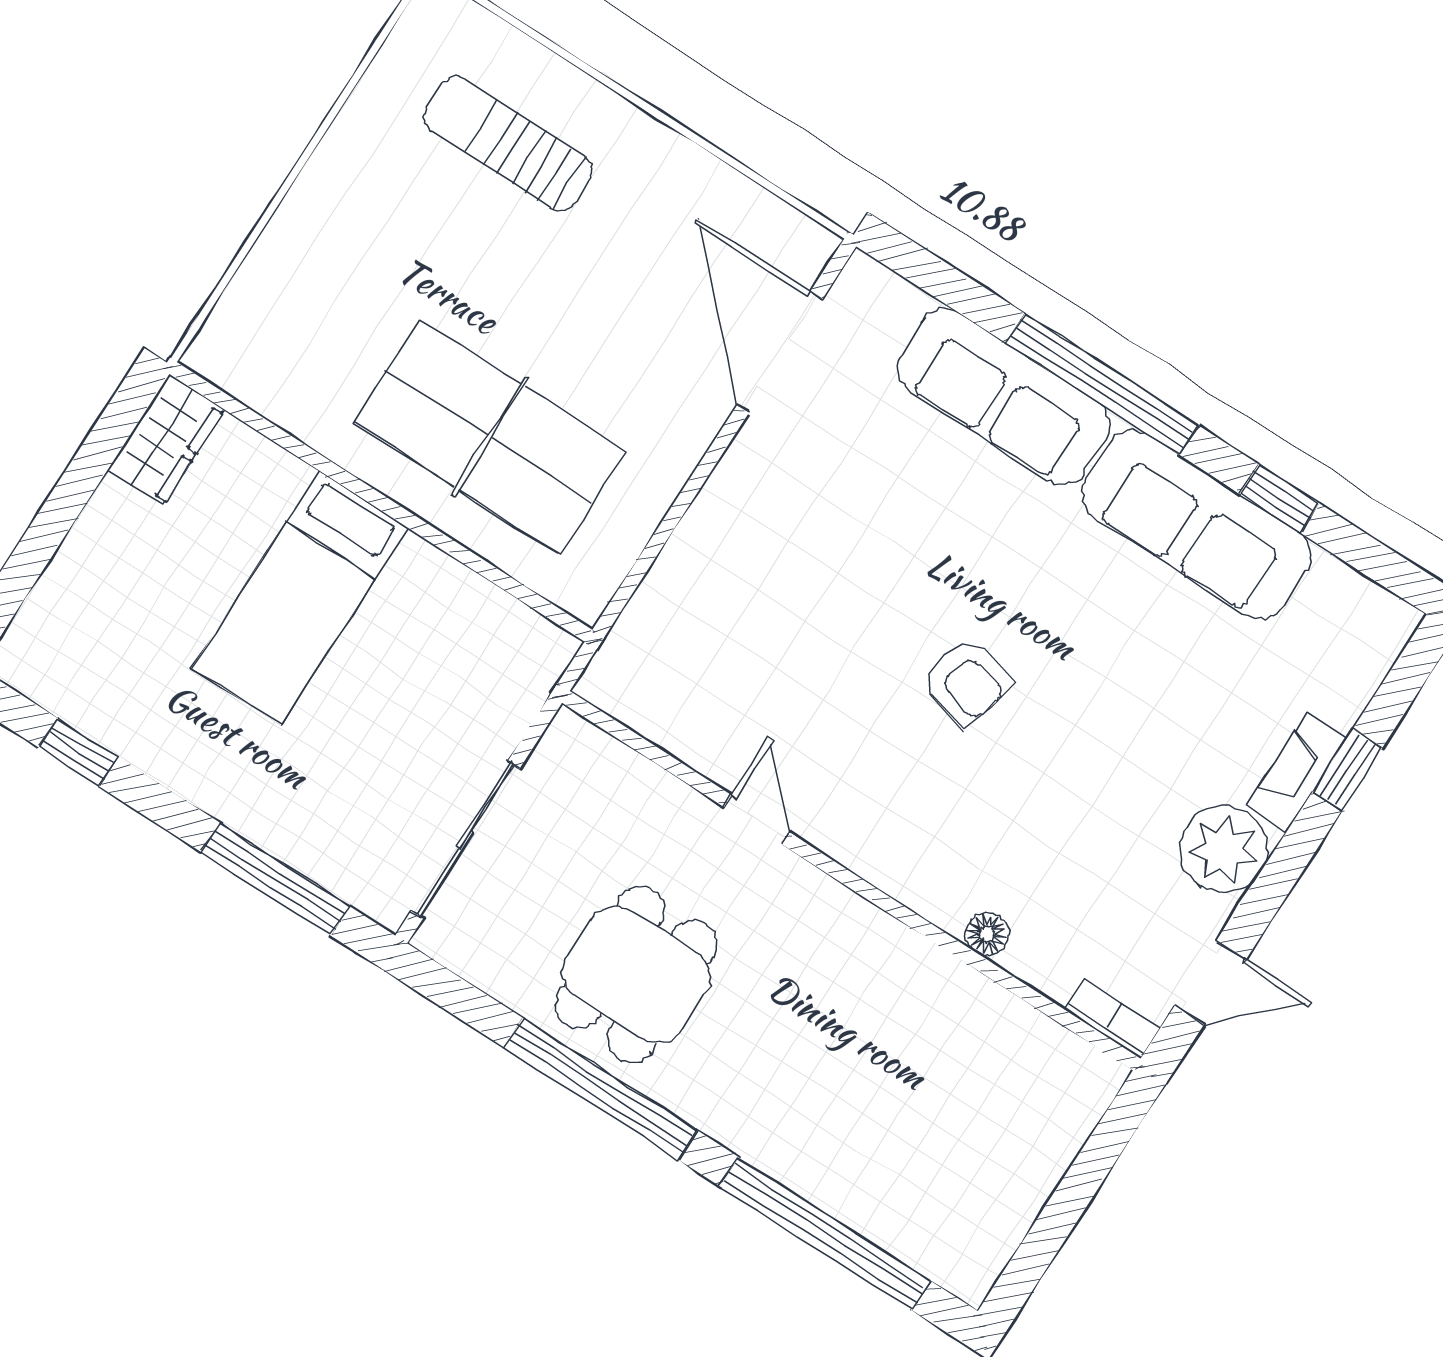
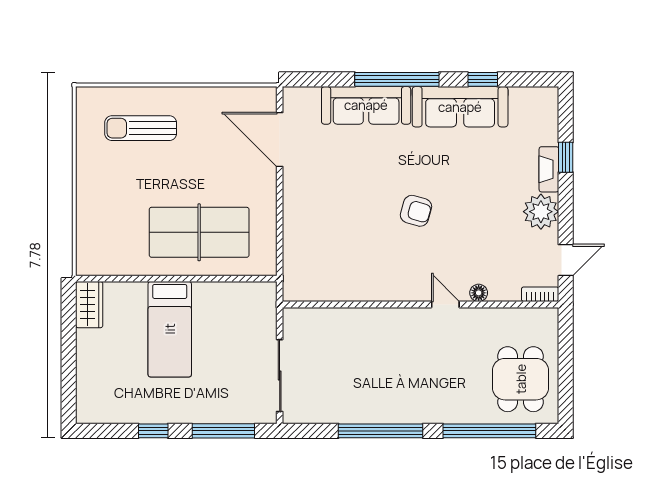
window: (78, 752) -> (153, 431), moved
door: (757, 820) -> (445, 304), moved
dining table: (636, 975) -> (521, 379), moved

